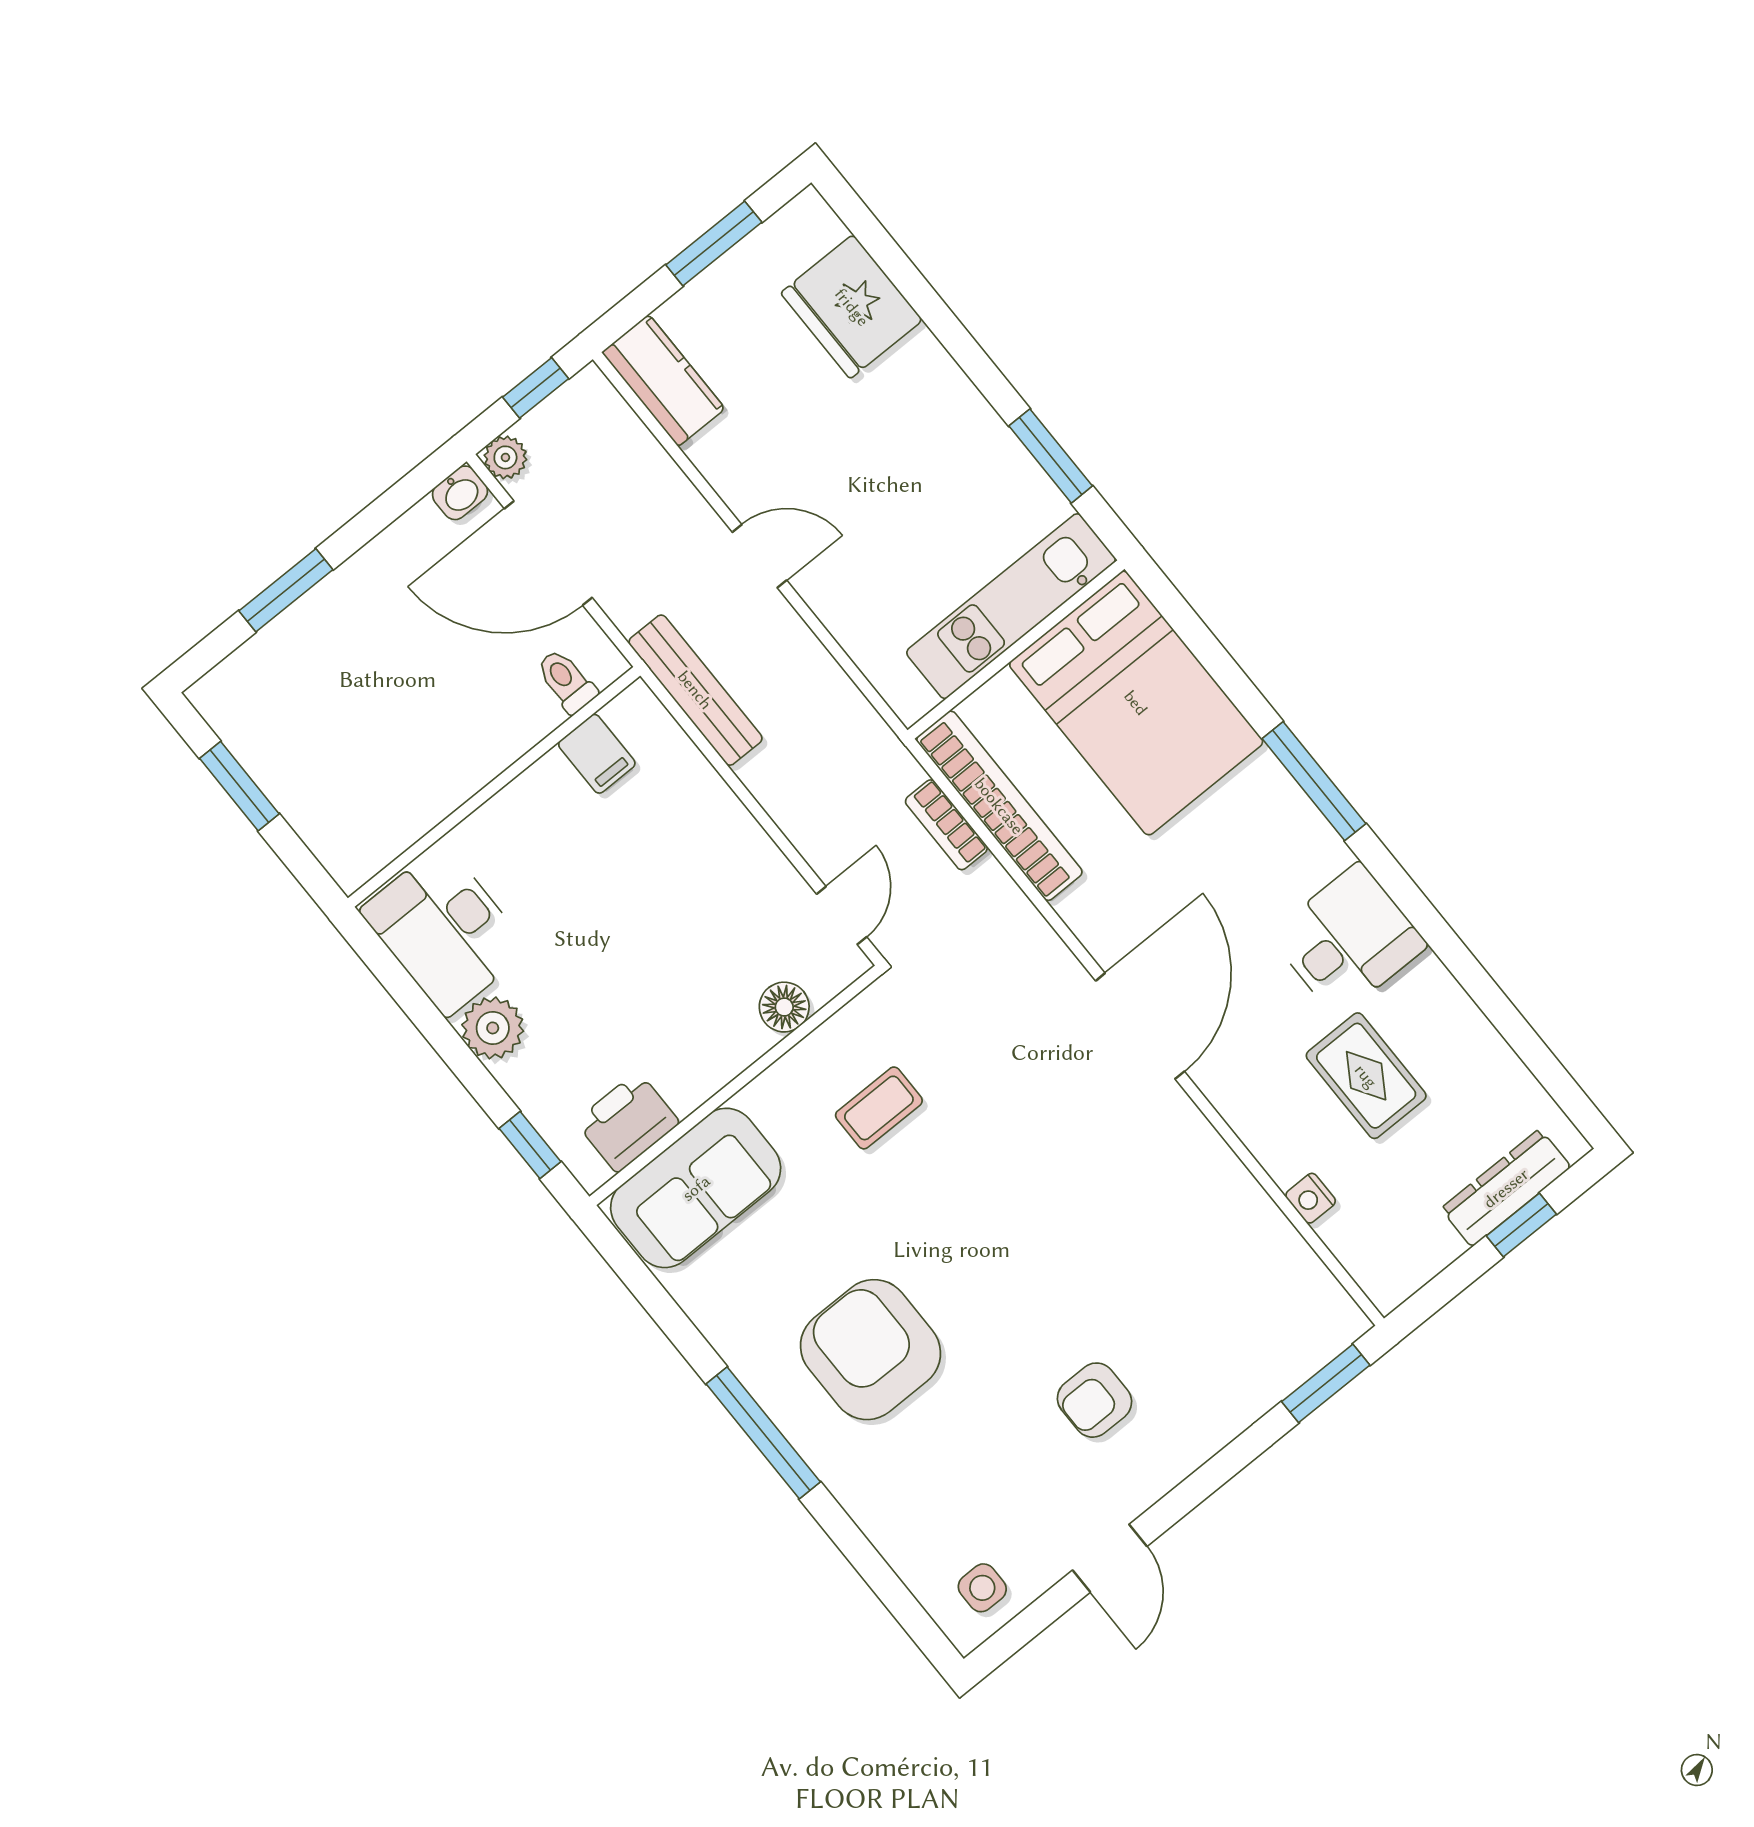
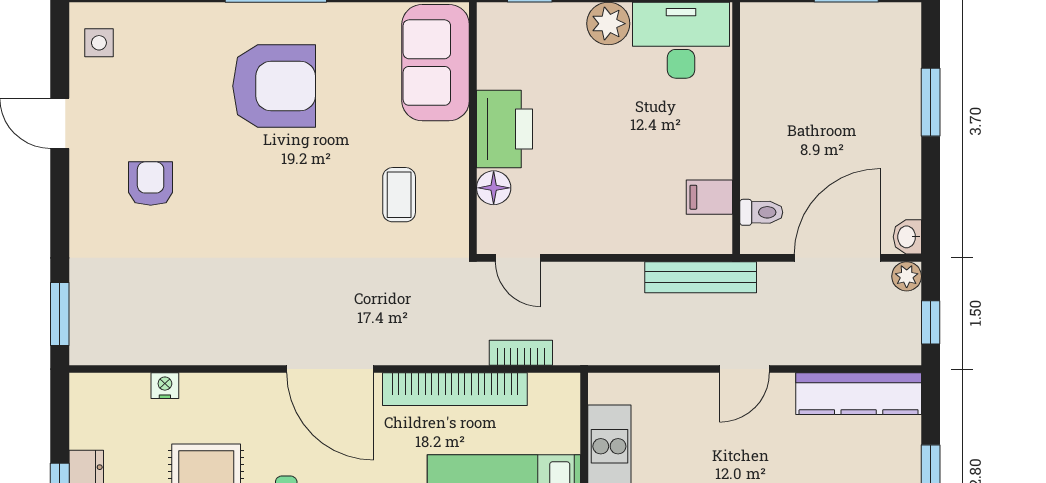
kitchen counter: (663, 380) -> (859, 394), width x1.50
bookcase: (999, 806) -> (455, 389), moved
printer: (627, 1122) -> (505, 129), moved, width x1.37, depth x1.19

